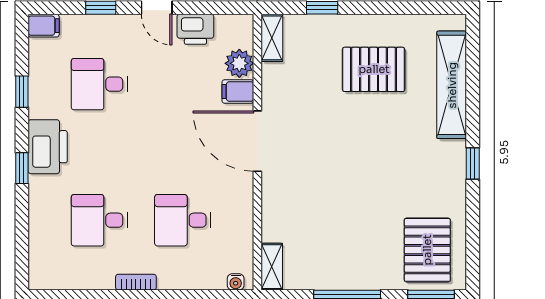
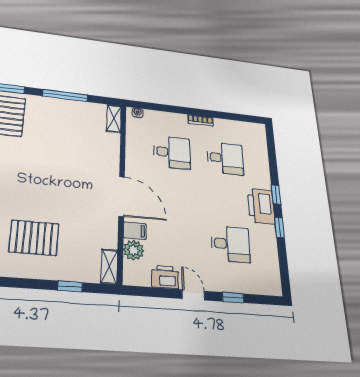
filing cabinet: (44, 26) -> (271, 287), removed
window: (22, 92) -> (280, 227), moved

